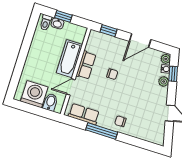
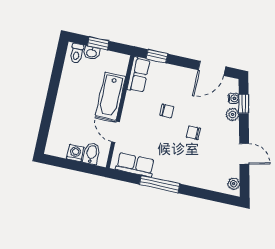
door: (140, 40) -> (212, 68), moved
plant: (166, 59) -> (234, 184), moved
row of seats: (86, 65) -> (139, 75), moved
door: (71, 87) -> (116, 132), hinge flipped
washing machine: (34, 94) -> (75, 153), width x0.53, depth x0.53
chair: (120, 121) -> (193, 133), moved

